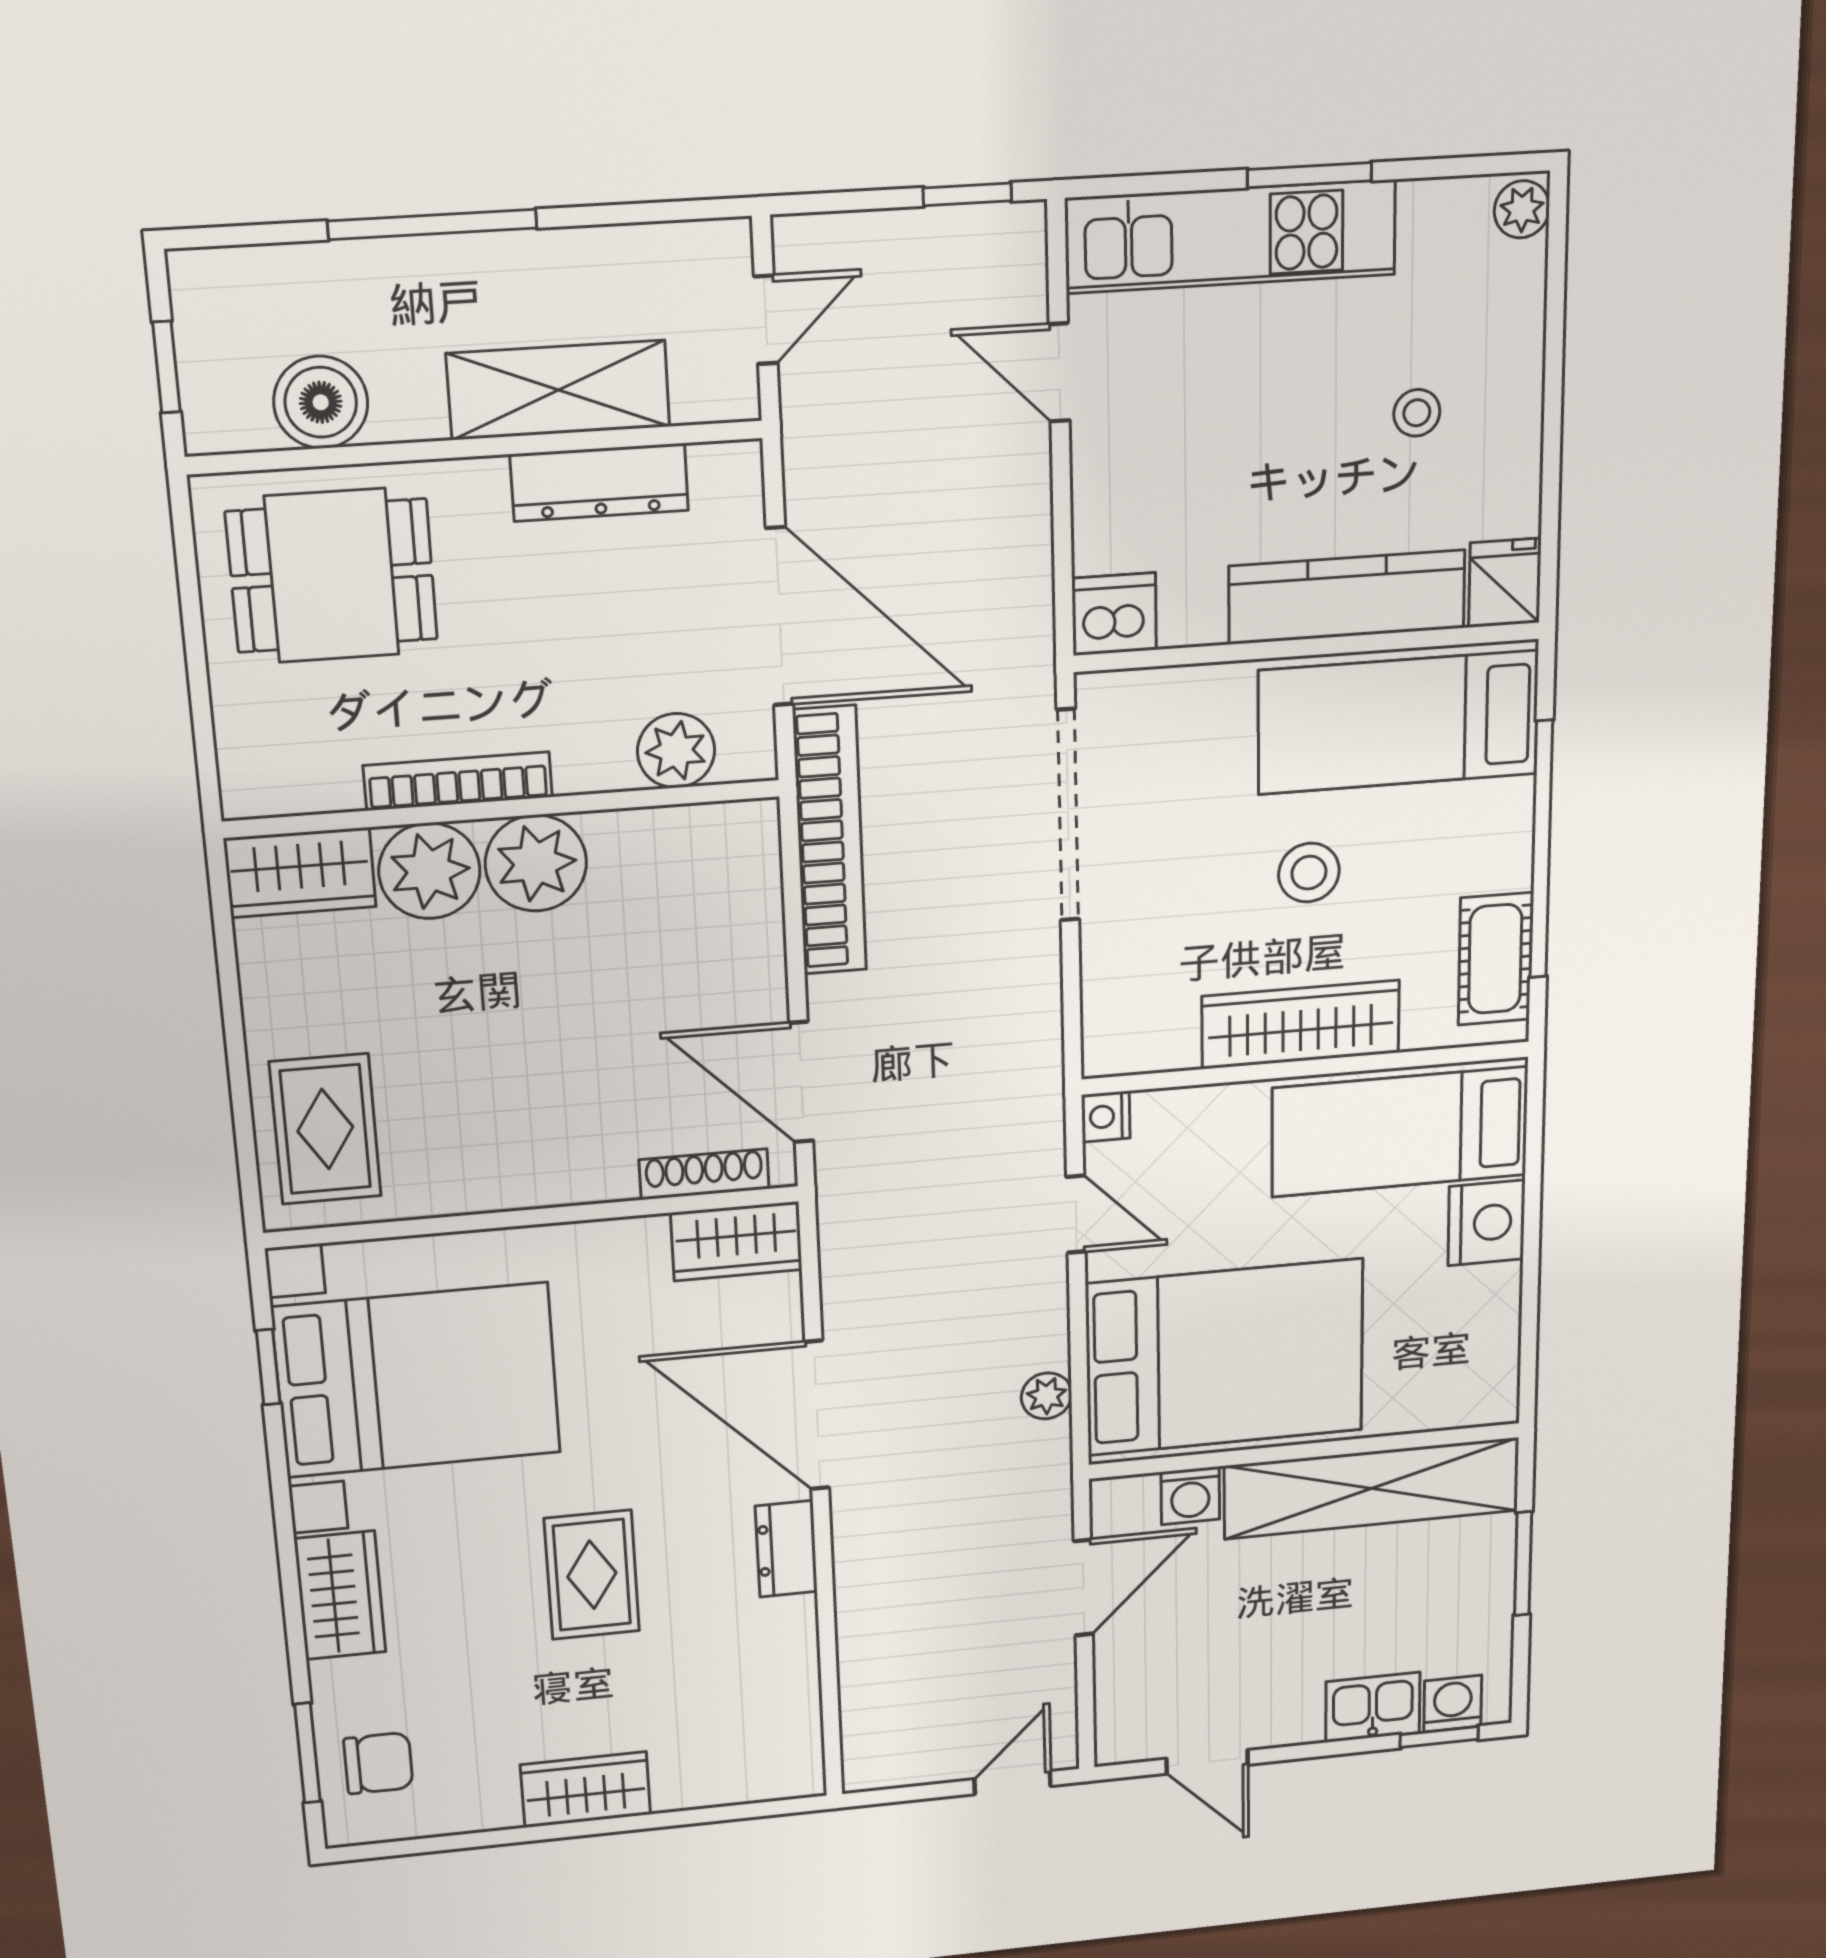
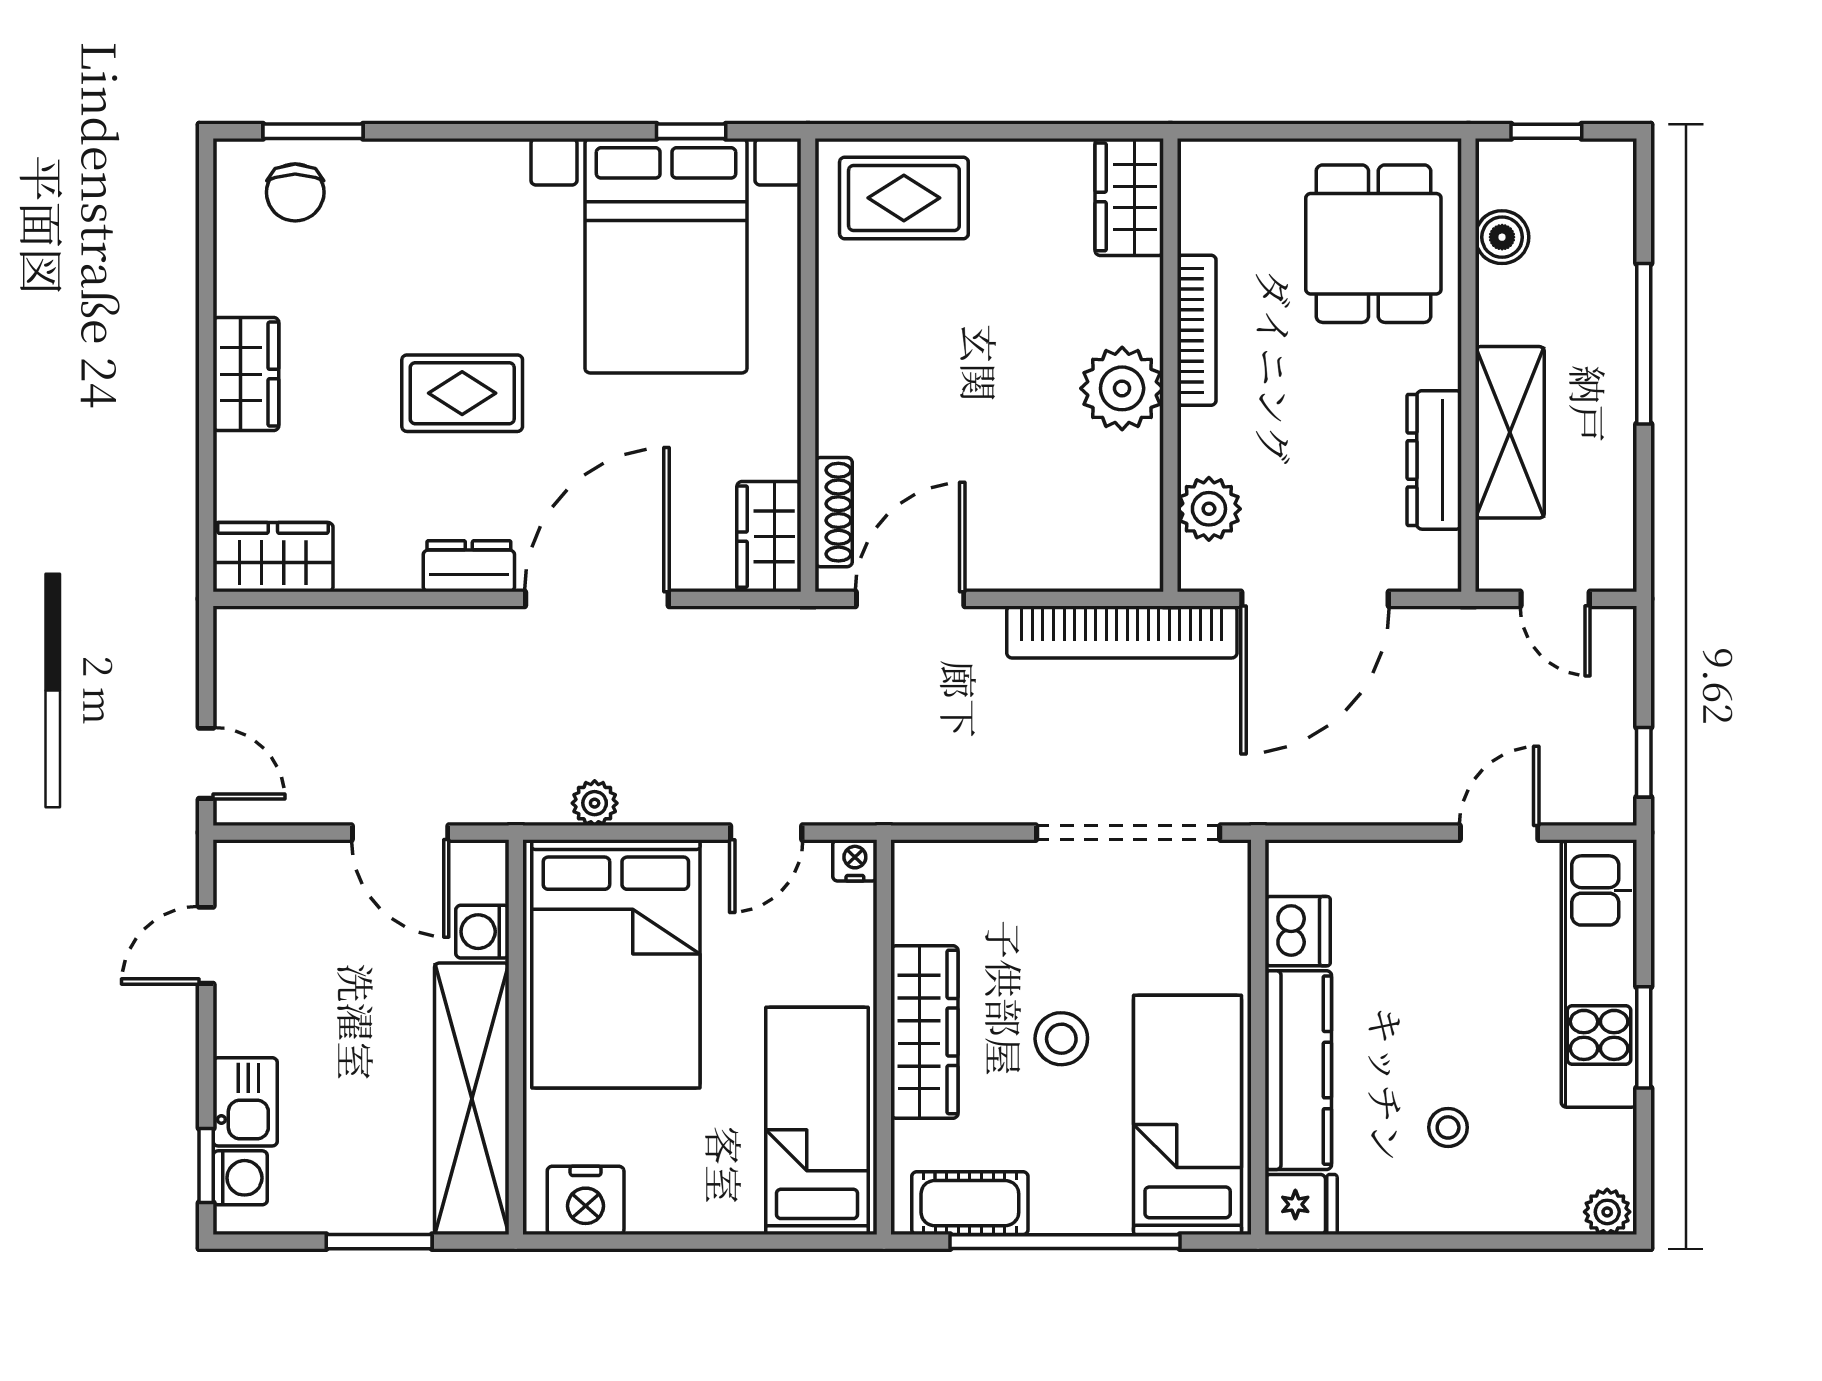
boiler: (321, 402) -> (1502, 237), width x0.73, depth x0.73
dishwasher: (1114, 614) -> (1298, 931), moved
plant: (429, 871) -> (1122, 301), removed
nightstand: (1486, 1223) -> (586, 1200), moved
wardrobe: (340, 1595) -> (273, 557), moved, turned 180

